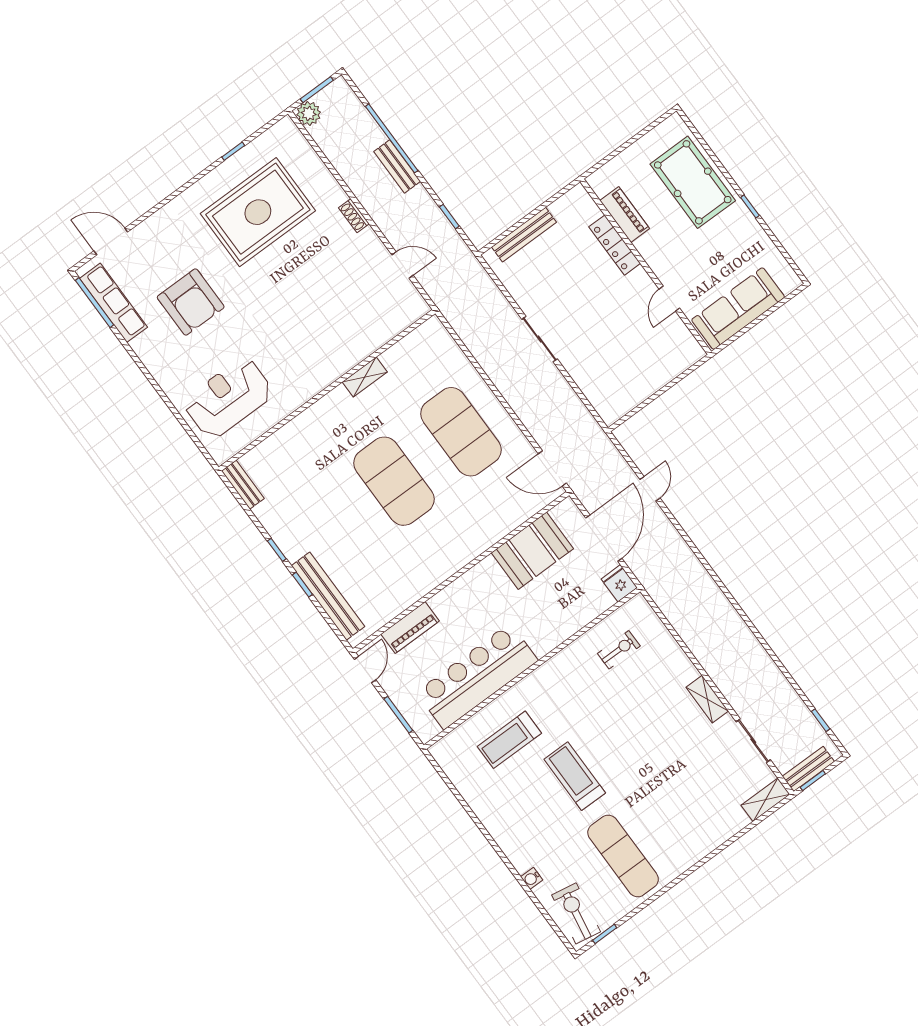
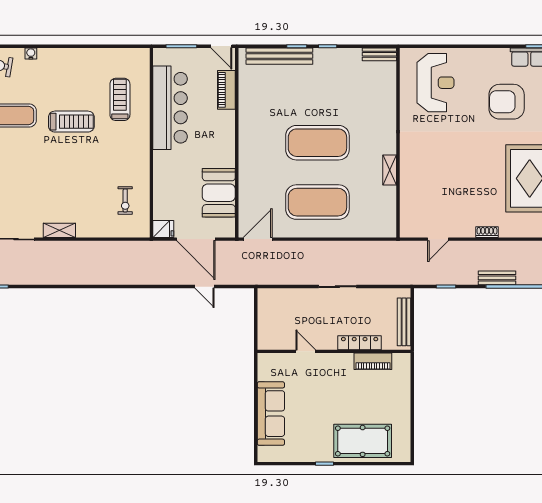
piano: (625, 215) -> (373, 361), moved
locker: (615, 245) -> (360, 343), moved
wall: (646, 267) -> (334, 351), moved
door: (669, 299) -> (306, 351), moved

